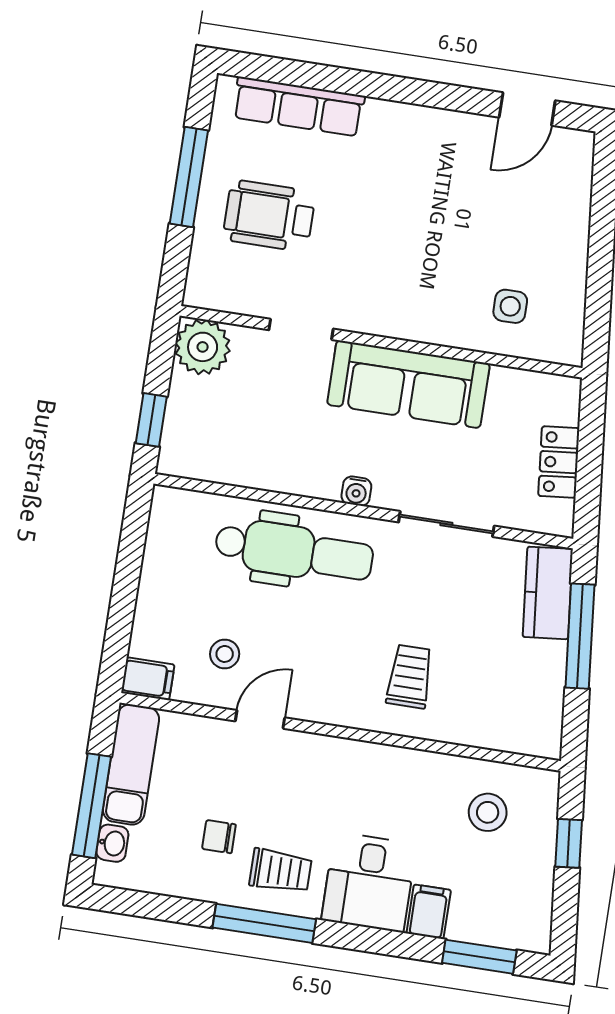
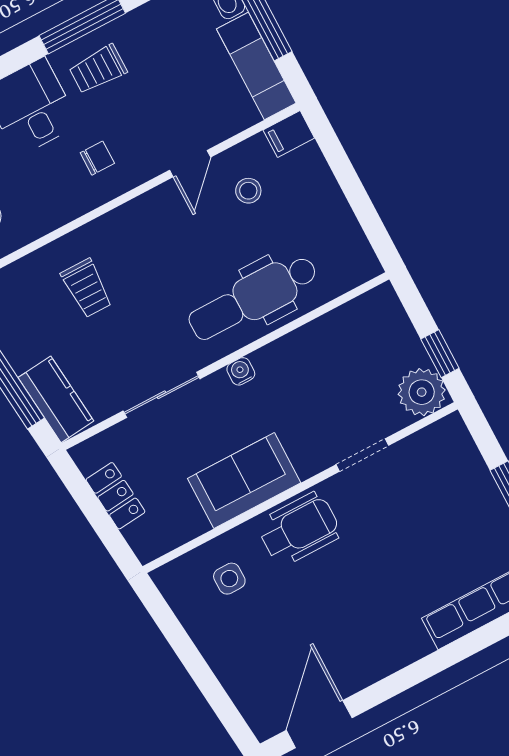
door: (527, 109) -> (319, 724), width x1.38
wheelchair: (269, 216) -> (299, 529), moved
sofa: (408, 384) -> (244, 481), width x0.73
window: (151, 420) -> (440, 354), moved
trolley: (410, 677) -> (87, 288), moved
chair: (219, 837) -> (97, 158), moved

